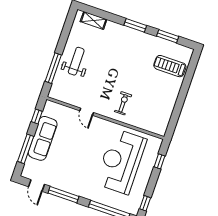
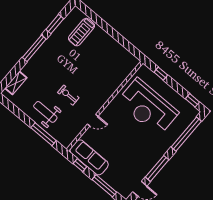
window: (135, 25) -> (34, 48), width x1.44
exercise bike: (123, 103) -> (68, 95), moved
sofa: (43, 138) -> (89, 157), moved

